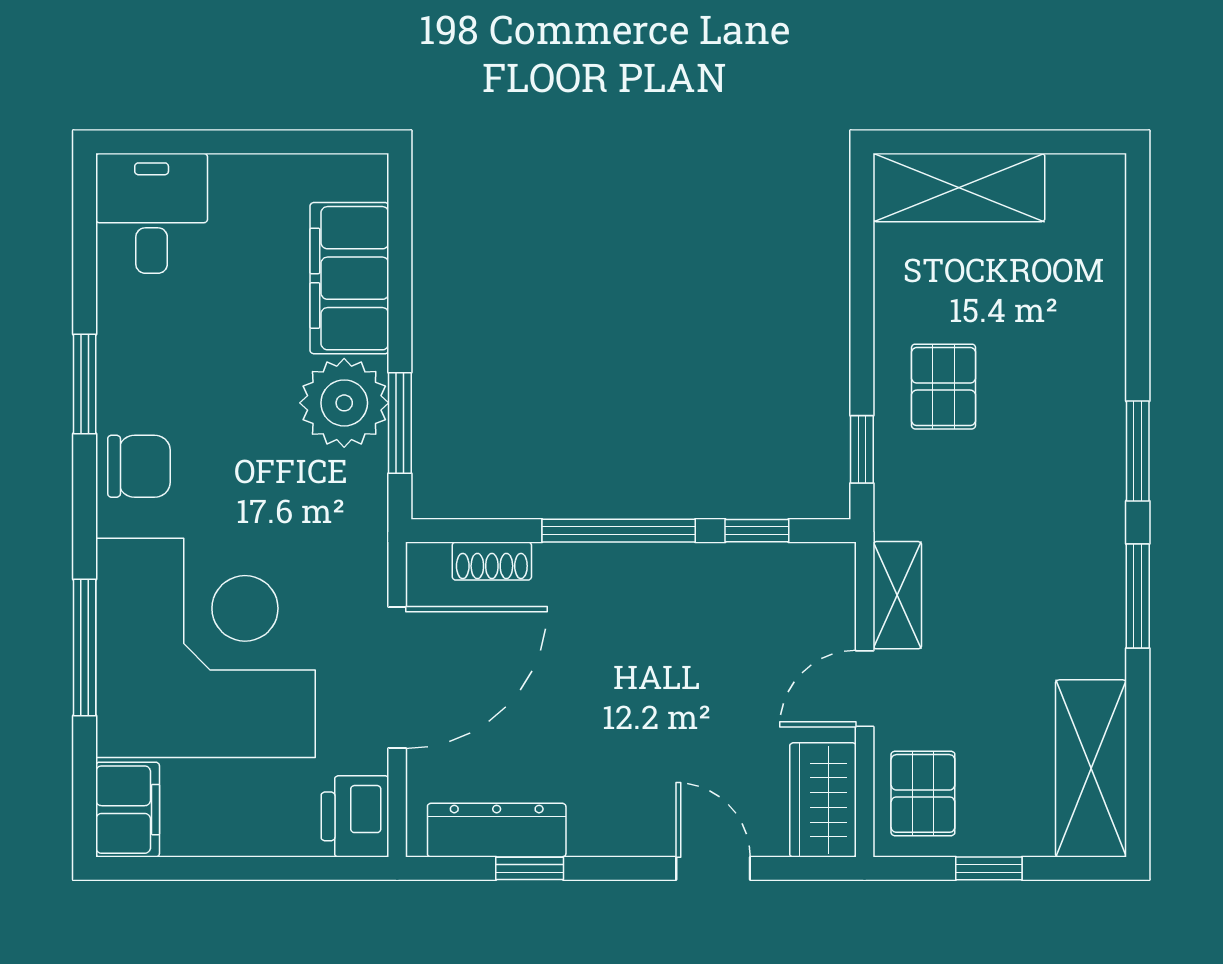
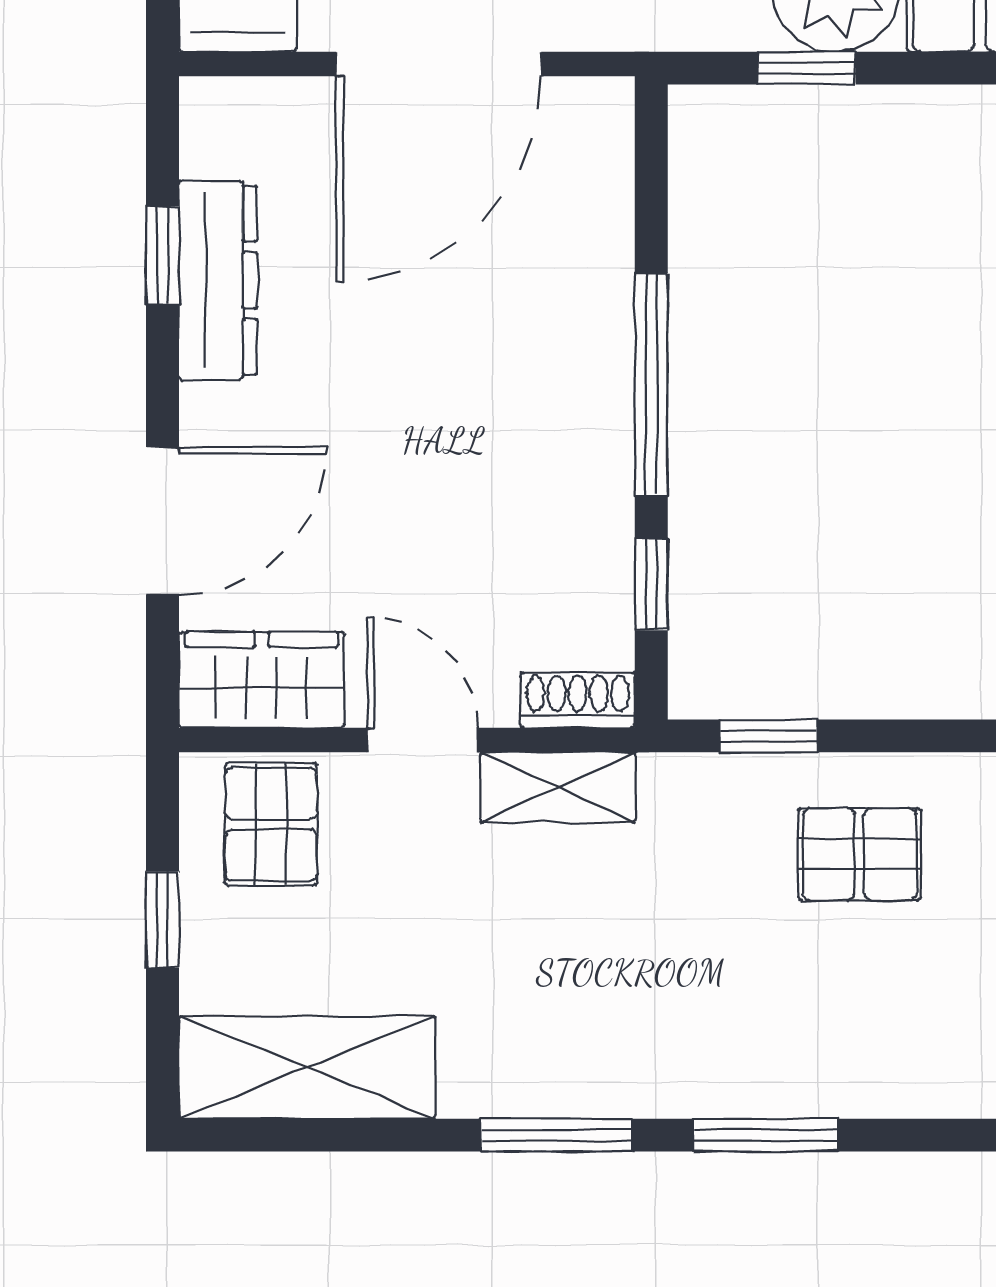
window: (400, 423) -> (807, 68), width x0.67
shoe rack: (492, 561) -> (578, 700), moved, turned 90
door: (397, 677) -> (439, 64), hinge flipped
pallet: (923, 793) -> (271, 824), turned 90
dresser: (497, 830) -> (218, 280), moved
door: (713, 868) -> (163, 521), width x1.38

